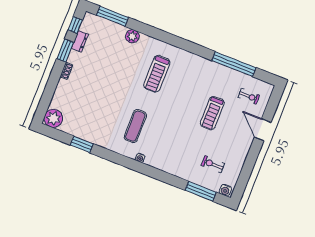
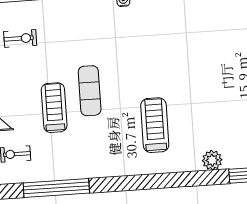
exercise mat: (135, 126) -> (90, 91), moved

